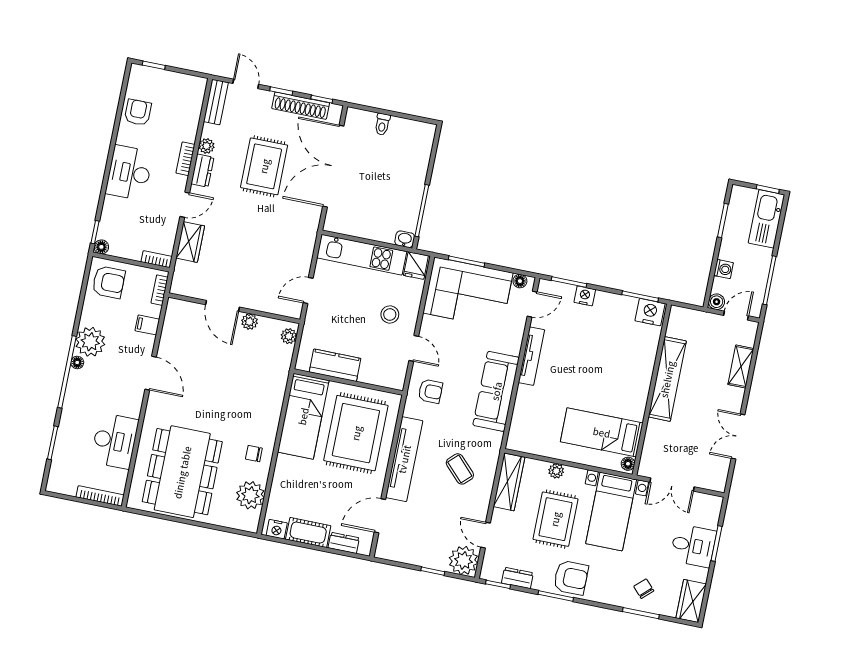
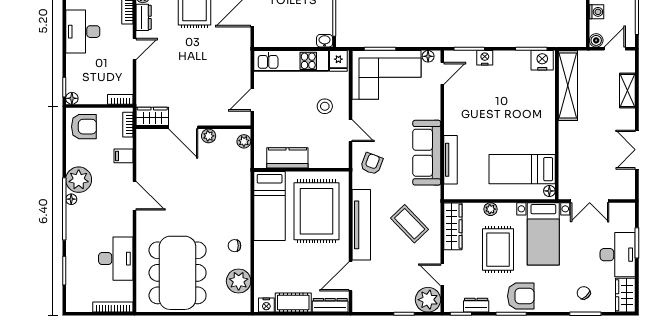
wardrobe: (190, 242) -> (152, 116), moved, turned -90
tv unit: (531, 356) -> (450, 160), moved
shelving: (667, 379) -> (568, 85), moved
armchair: (430, 391) -> (372, 164), turned -69
coffee table: (460, 469) -> (410, 224), width x1.36, depth x1.30
dresser: (344, 543) -> (330, 305), width x1.44
desk: (693, 546) -> (618, 255), width x1.37

